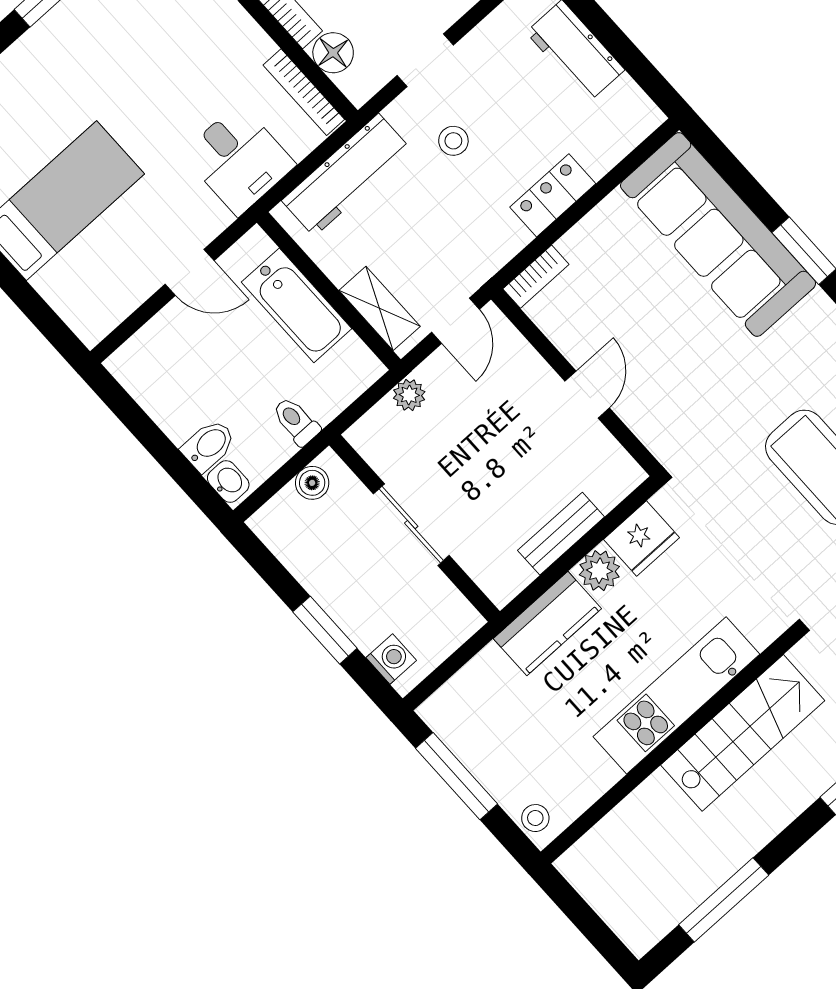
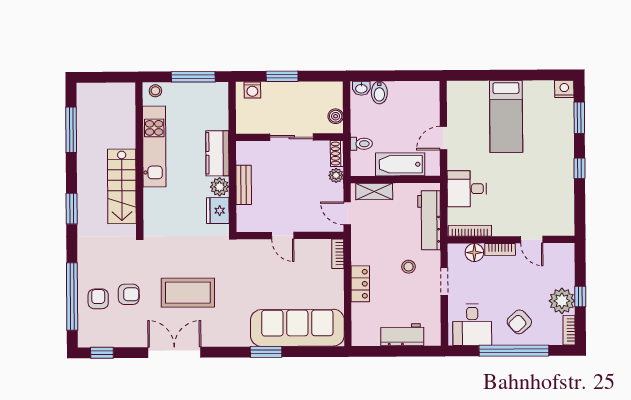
toilet: (296, 421) -> (361, 144), moved
shoe rack: (372, 426) -> (337, 154), added
kitchen unit: (676, 695) -> (154, 147), moved

